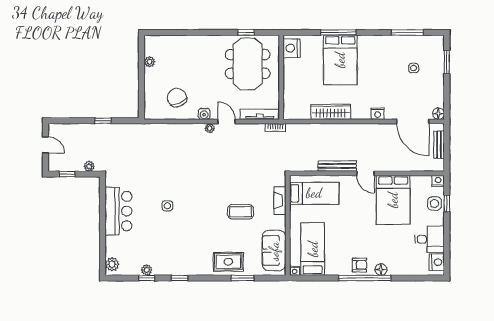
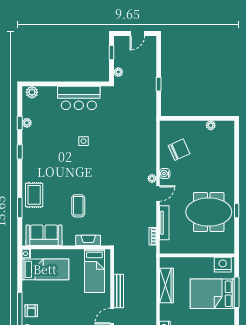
nightstand: (292, 48) -> (223, 265), moved
wall: (281, 77) -> (197, 255), moved

